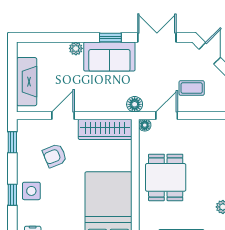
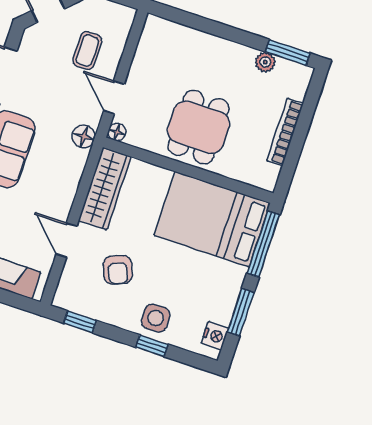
dining table: (166, 177) -> (198, 127), turned 90

